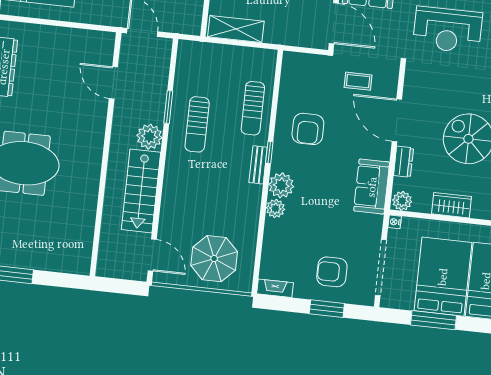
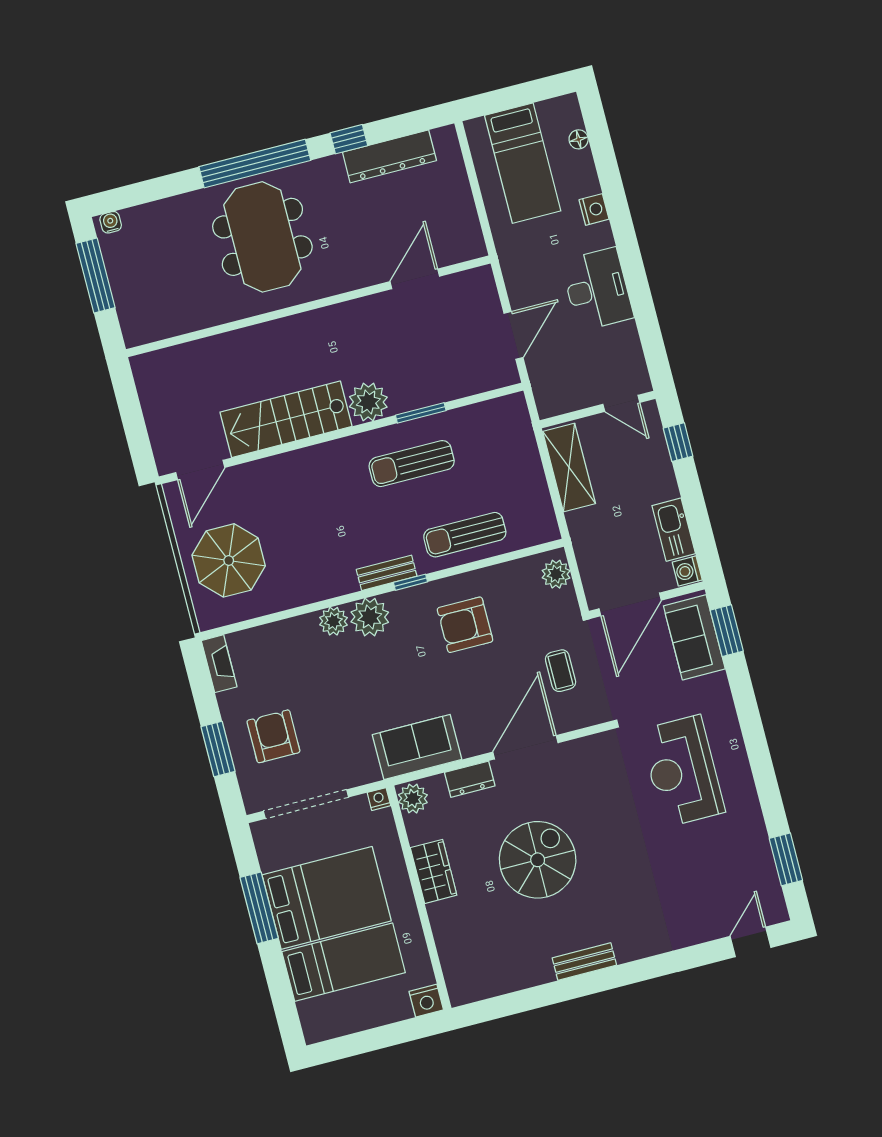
plant: (298, 62) -> (556, 574), added
door: (113, 83) -> (415, 279), moved
wall: (106, 154) -> (308, 306), moved

